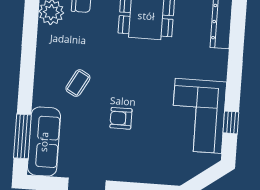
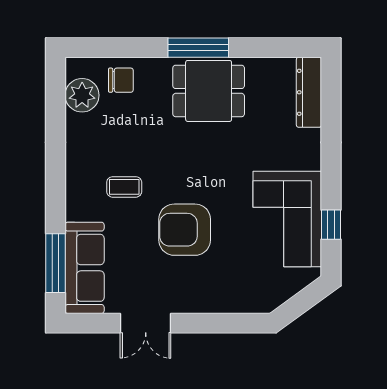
coffee table: (78, 83) -> (124, 187), turned 61
armchair: (121, 118) -> (185, 230), width x1.88, depth x1.88

